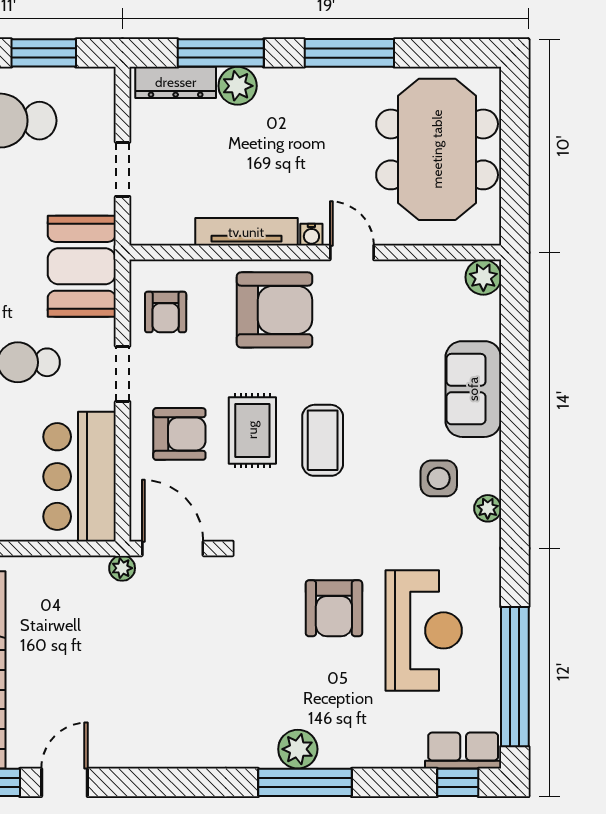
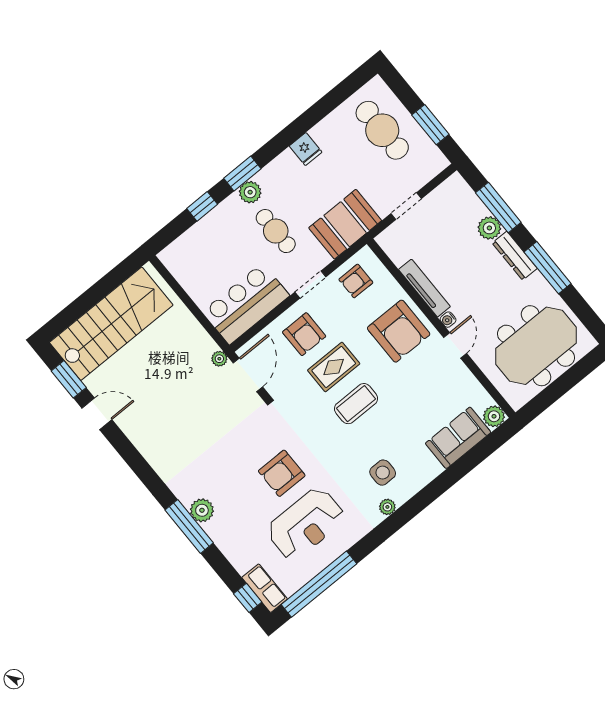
dresser: (176, 82) -> (515, 256), moved
sofa: (473, 389) -> (458, 438), moved

